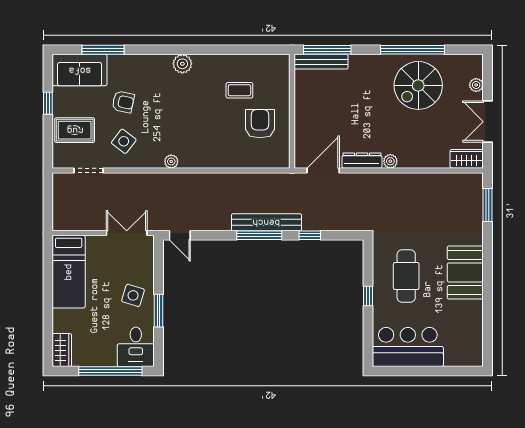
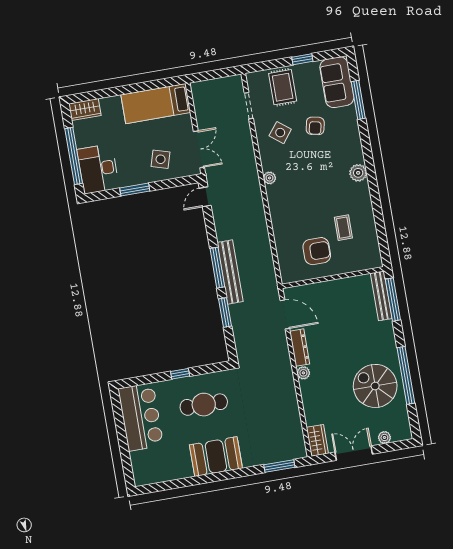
window: (310, 235) -> (225, 313), width x1.50
side table: (133, 295) -> (161, 159), moved
desk: (136, 347) -> (98, 169), width x1.37

